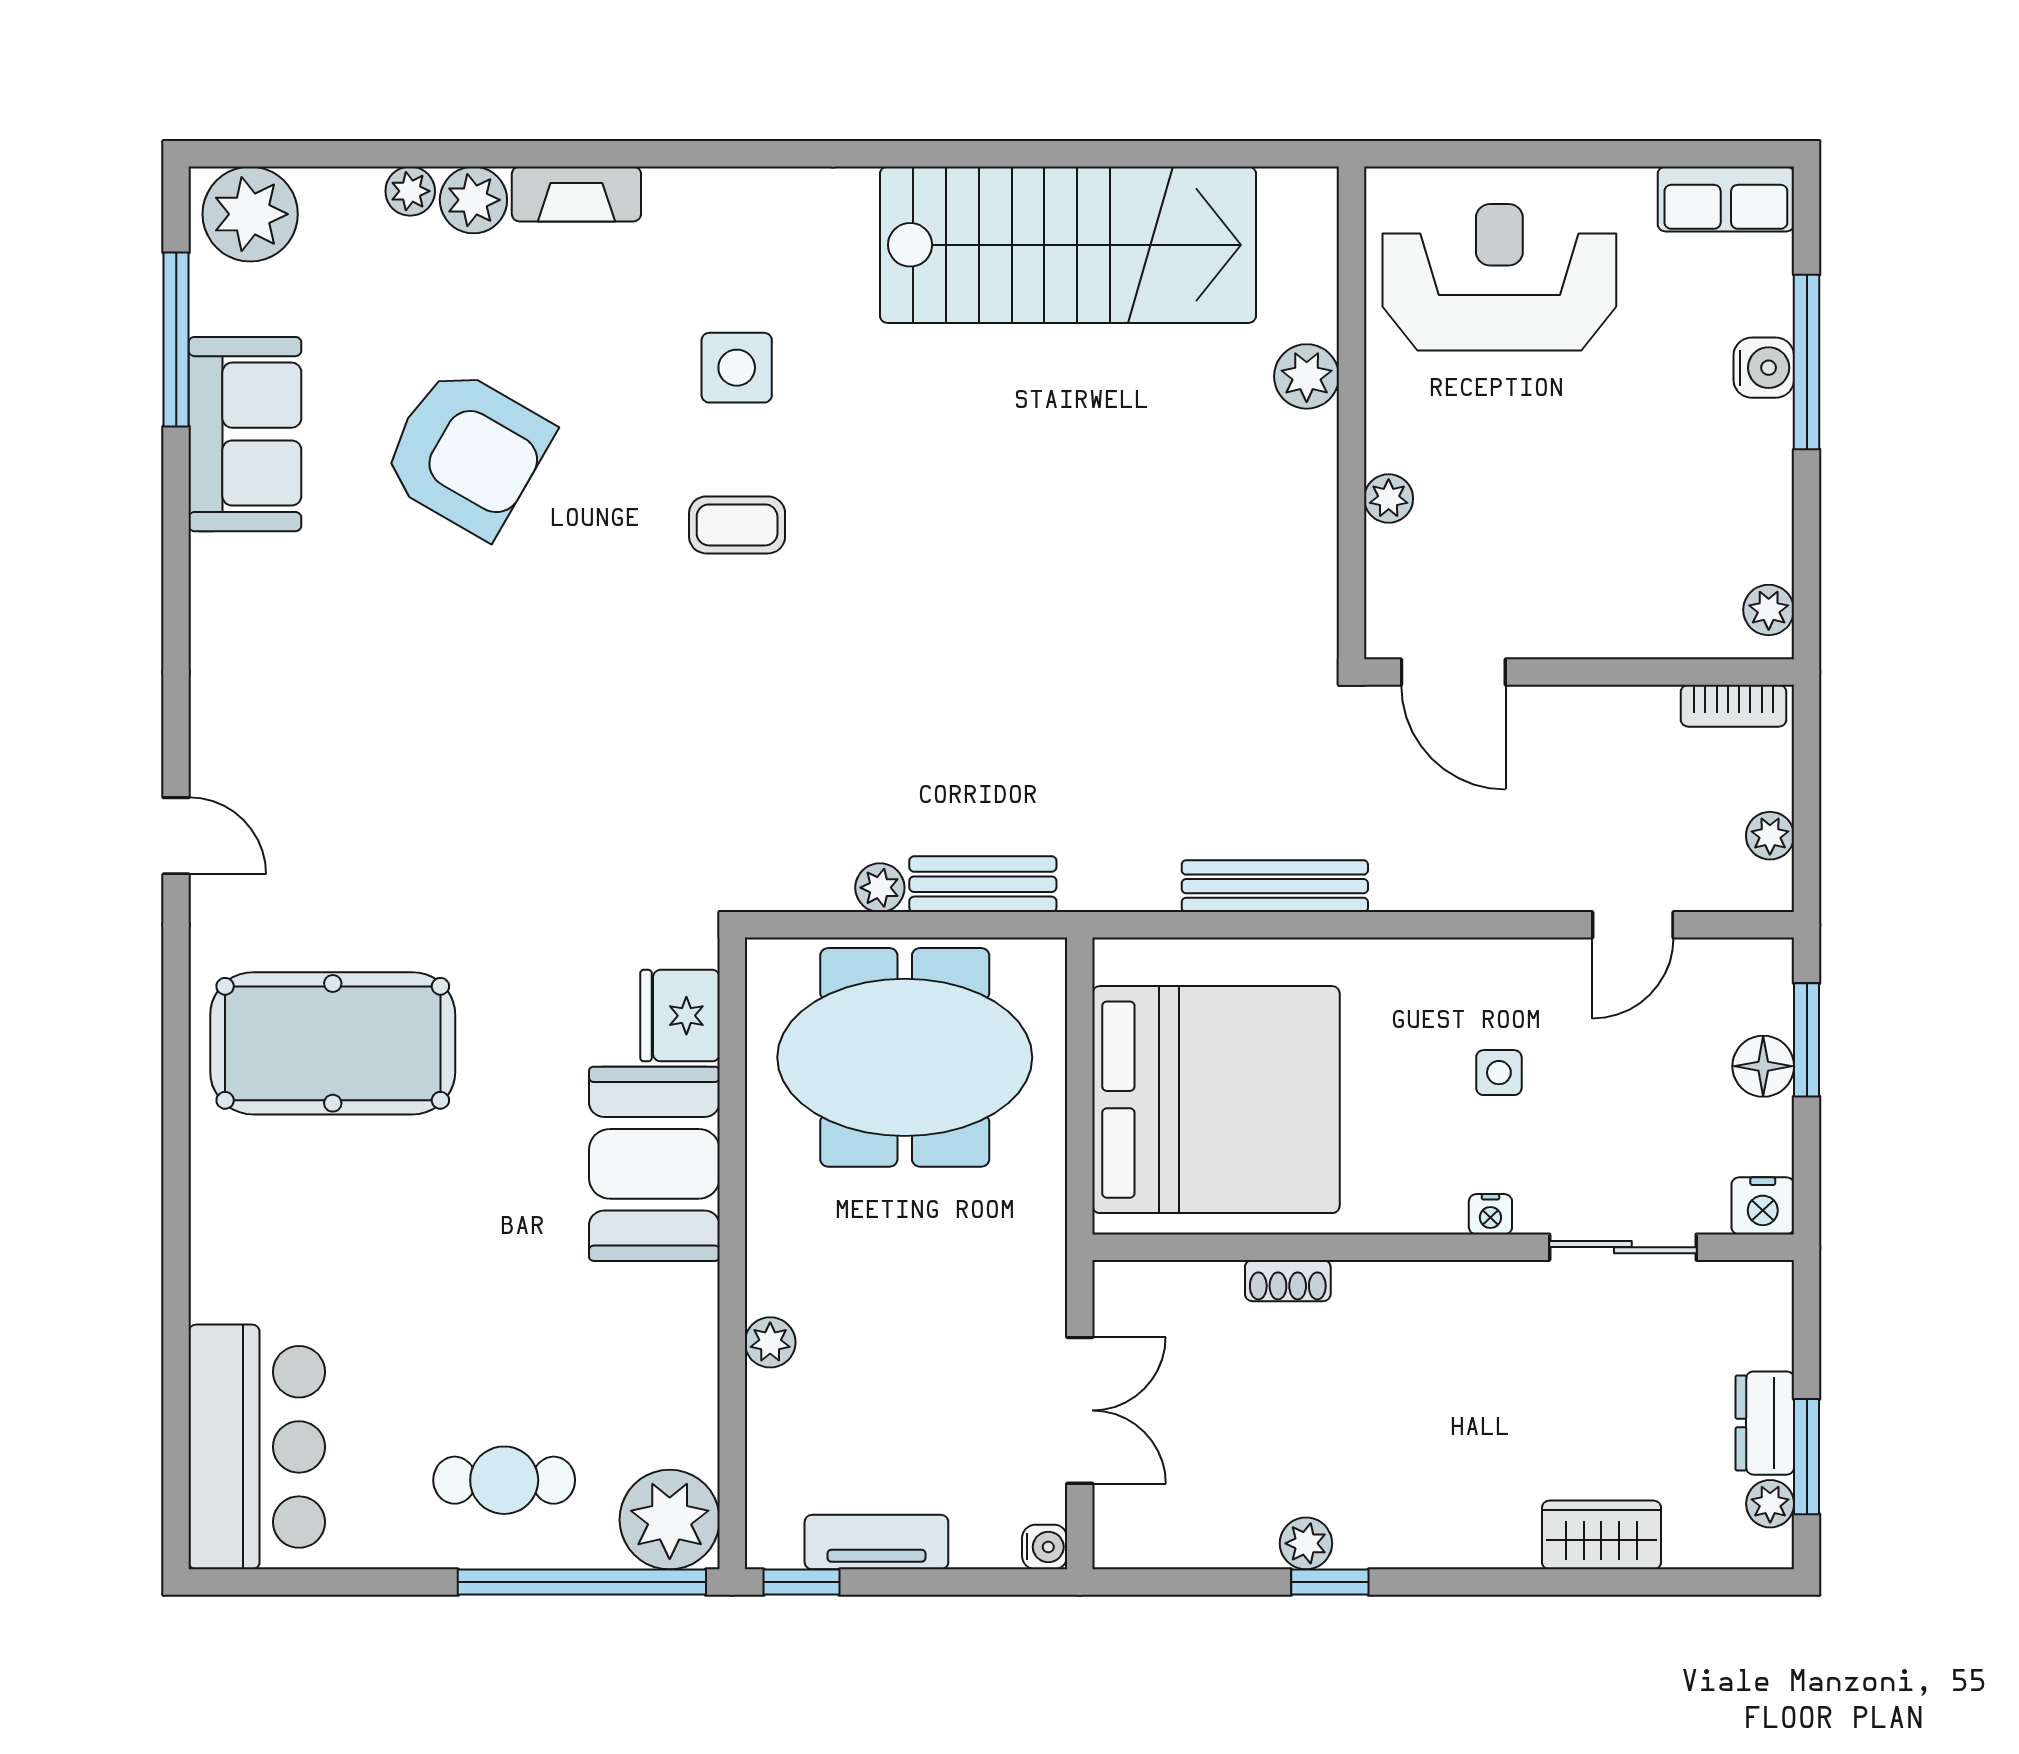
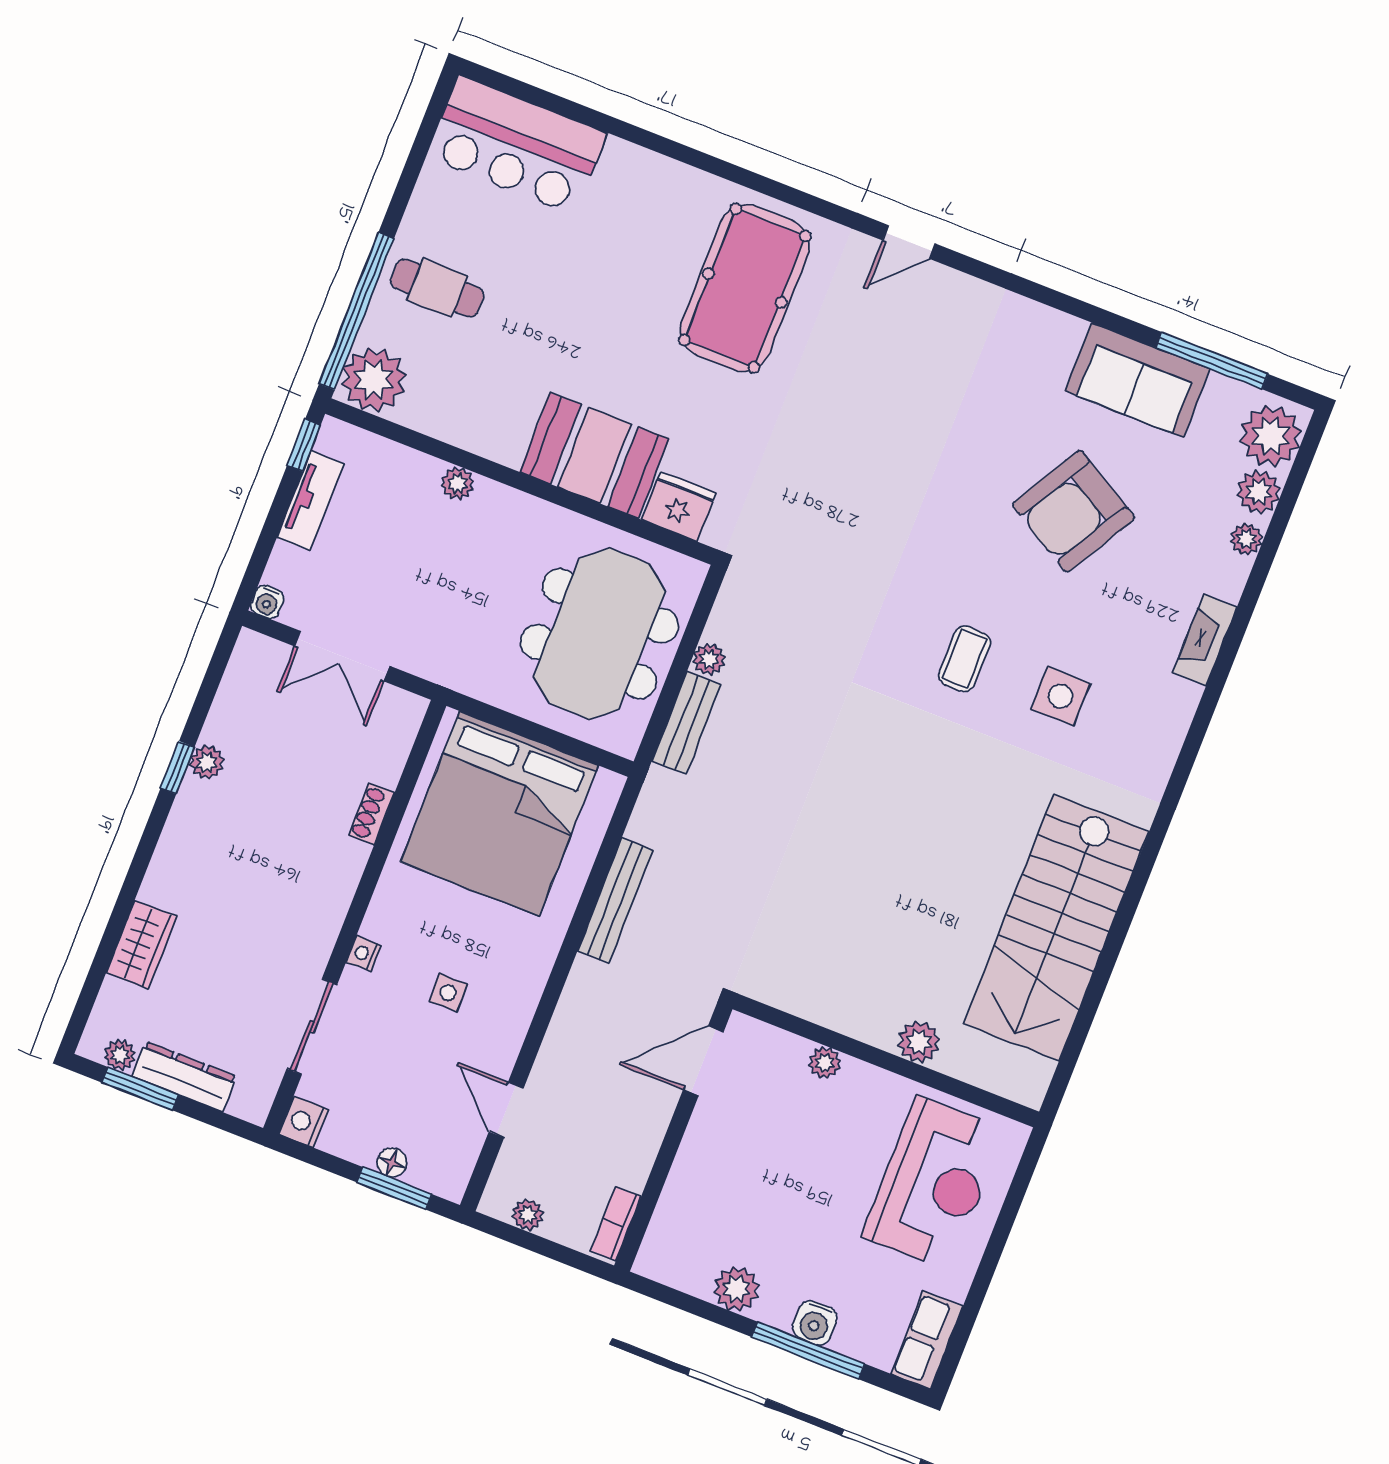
plant: (473, 200) -> (1259, 492), moved
plant: (1769, 610) -> (736, 1289), moved, width x1.38, depth x1.38
floor lamp: (1763, 1066) -> (392, 1163), width x0.73, depth x0.73
dresser: (1765, 1423) -> (184, 1077), width x1.44
cafe table: (504, 1480) -> (437, 288), turned 90

